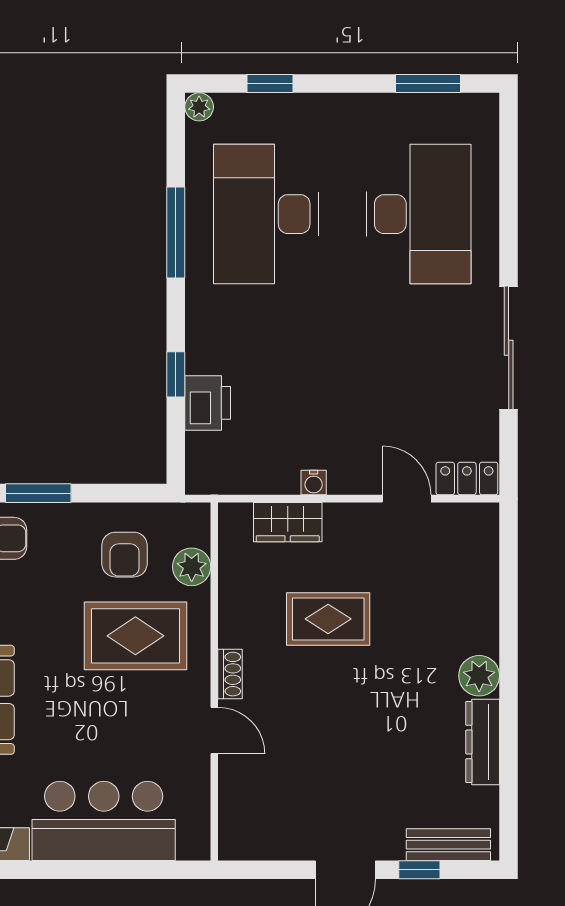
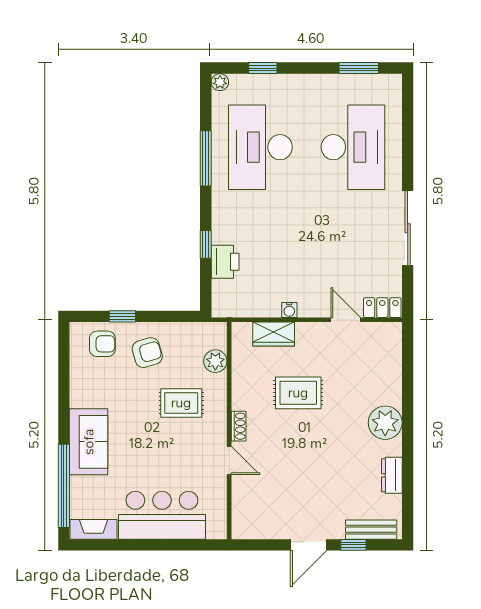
window: (38, 493) -> (122, 316), width x0.67
armchair: (125, 555) -> (147, 353), moved, turned -106
rug: (135, 636) -> (181, 403), width x0.73, depth x0.70
plant: (479, 676) -> (385, 423), width x1.36, depth x1.36
dresser: (483, 742) -> (392, 475), width x0.70

